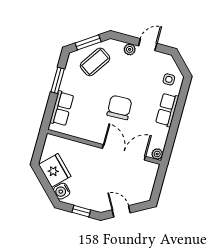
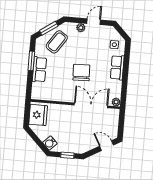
row of seats: (62, 109) -> (39, 69), moved
fridge: (55, 170) -> (38, 115), moved, turned 45
door: (121, 211) -> (106, 146), moved

